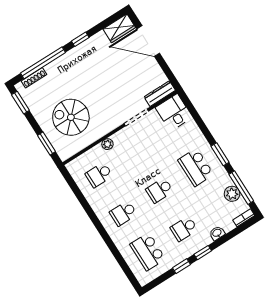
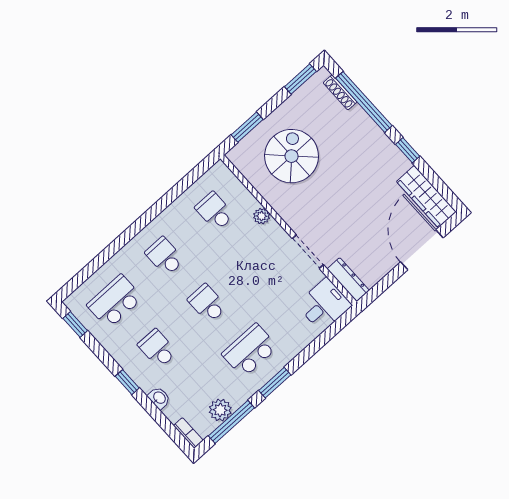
wardrobe: (119, 28) -> (426, 197), width x1.50
window: (181, 266) -> (75, 324), moved

